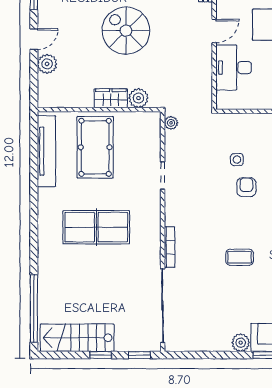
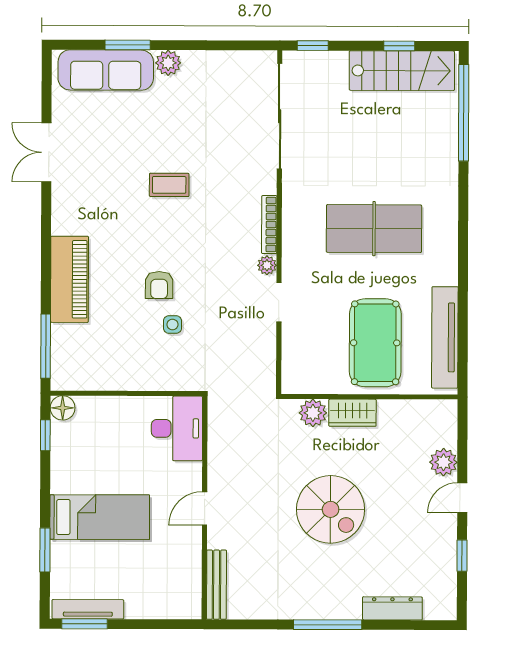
desk: (234, 68) -> (177, 428), moved
plant: (171, 123) -> (267, 265), moved
bookcase: (169, 247) -> (269, 225), moved
window: (101, 355) -> (399, 46), moved

